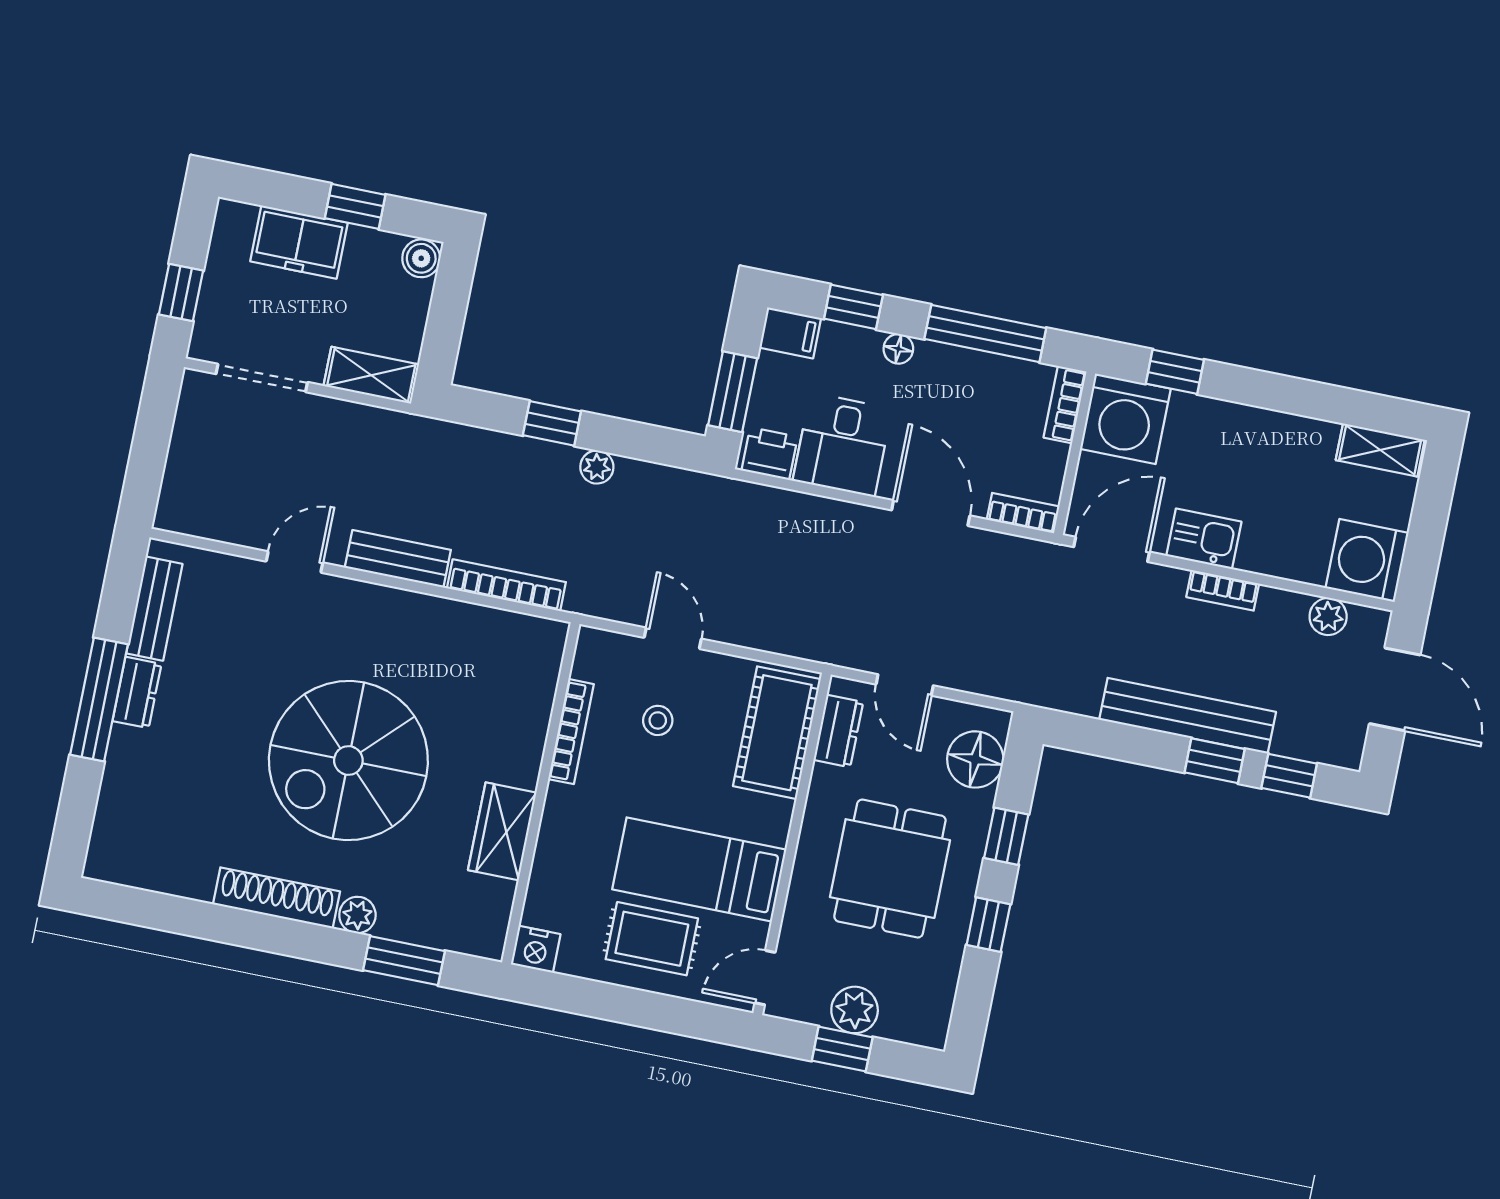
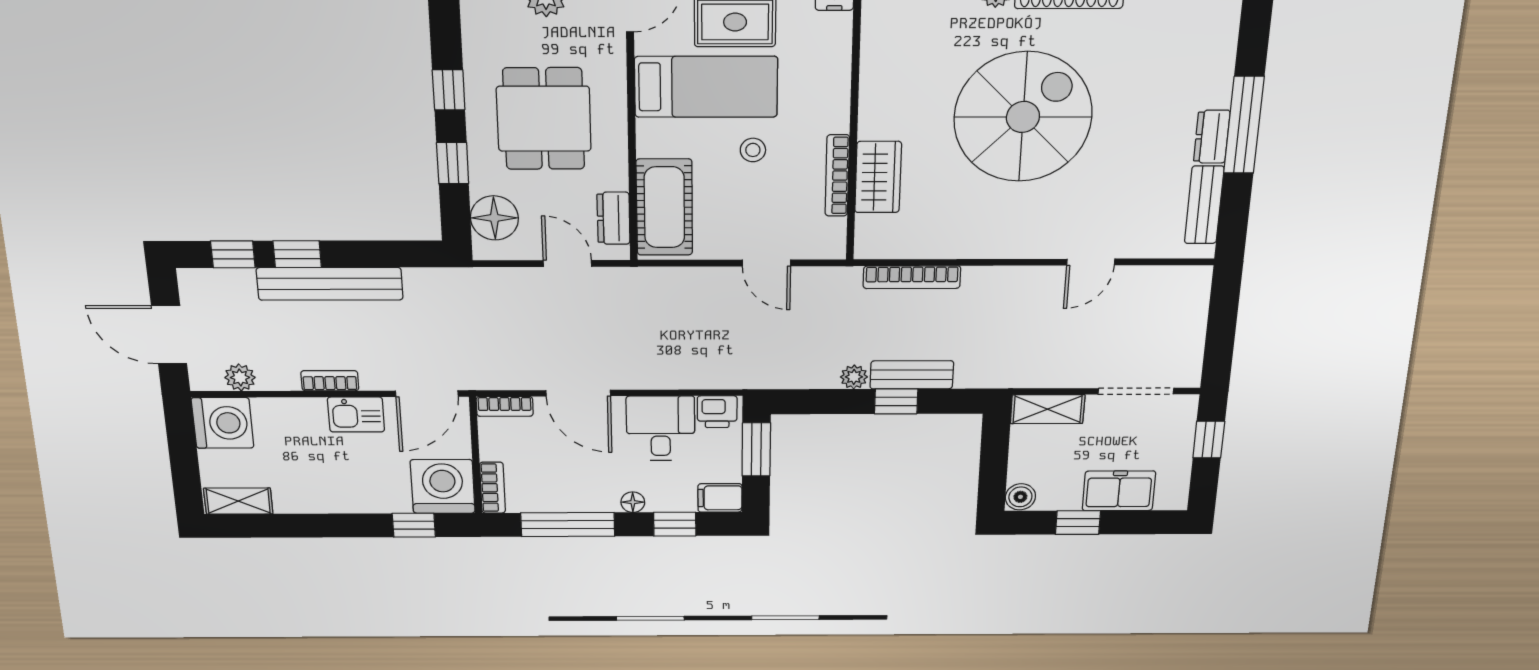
bench: (398, 559) -> (912, 375), moved
stool: (658, 720) -> (753, 150), moved
wardrobe: (502, 831) -> (878, 177), moved

